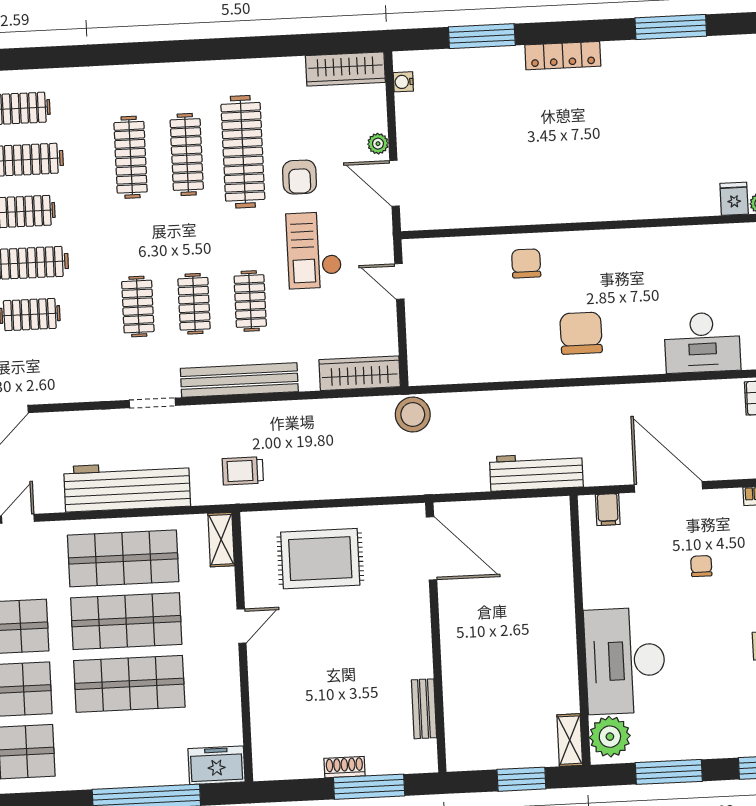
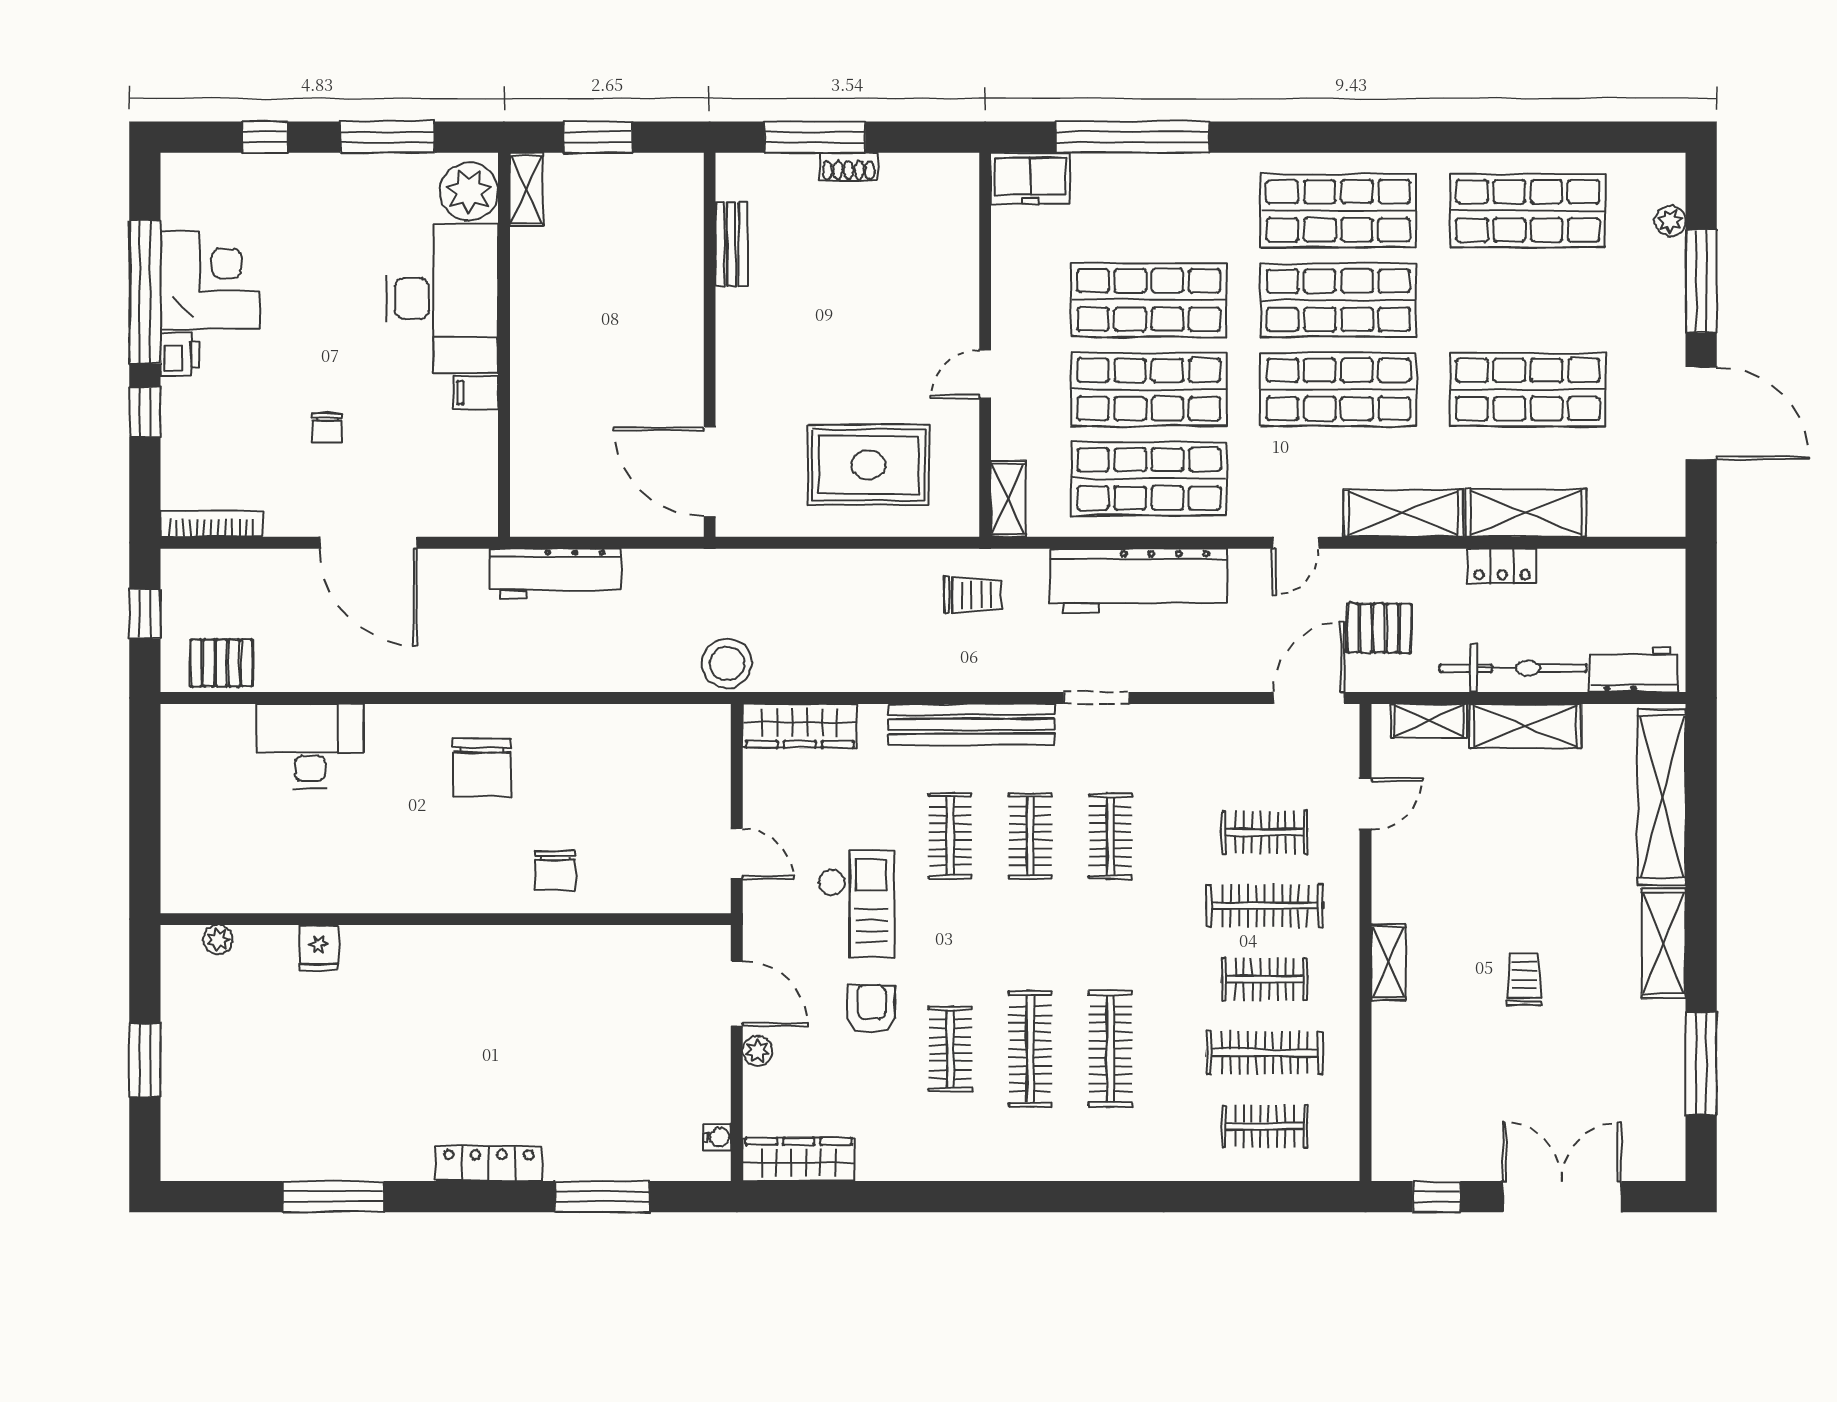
clothes rail: (243, 152) -> (950, 1049), width x0.54, depth x0.76
fridge: (734, 199) -> (319, 948), moved
filing cabinet: (608, 509) -> (476, 393), moved, turned -90

